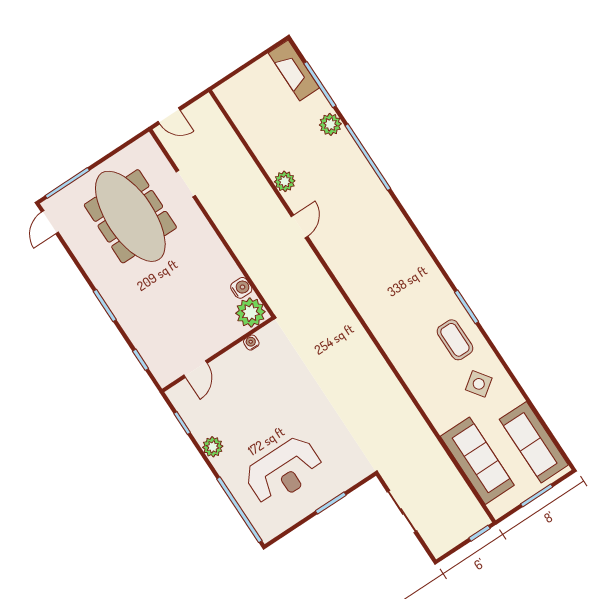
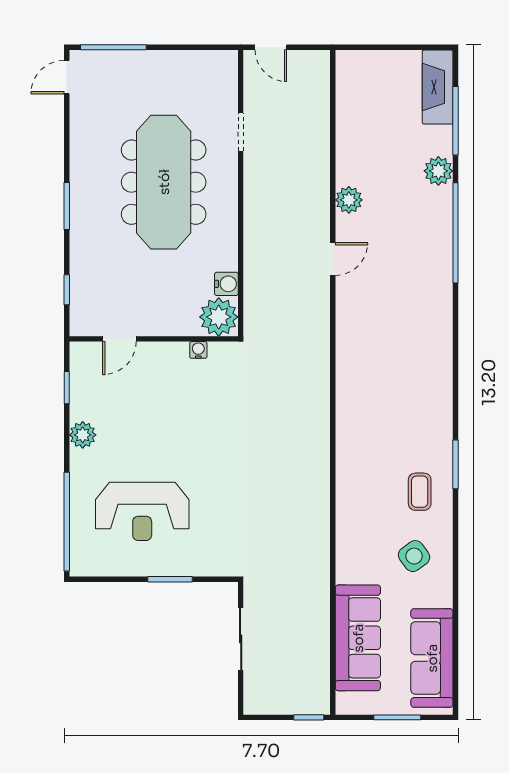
meeting table: (130, 216) -> (164, 182), moved
coffee table: (455, 340) -> (420, 492), width x0.73, depth x0.77

